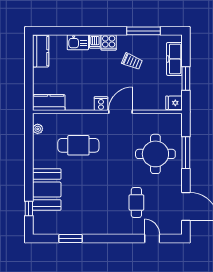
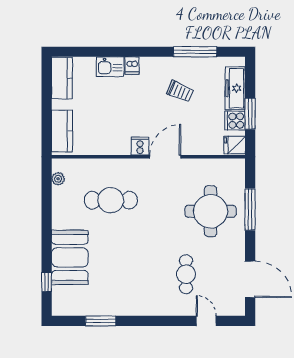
cooker: (109, 42) -> (235, 121), moved, turned 90
kitchen counter: (49, 103) -> (62, 131), moved, turned 90

